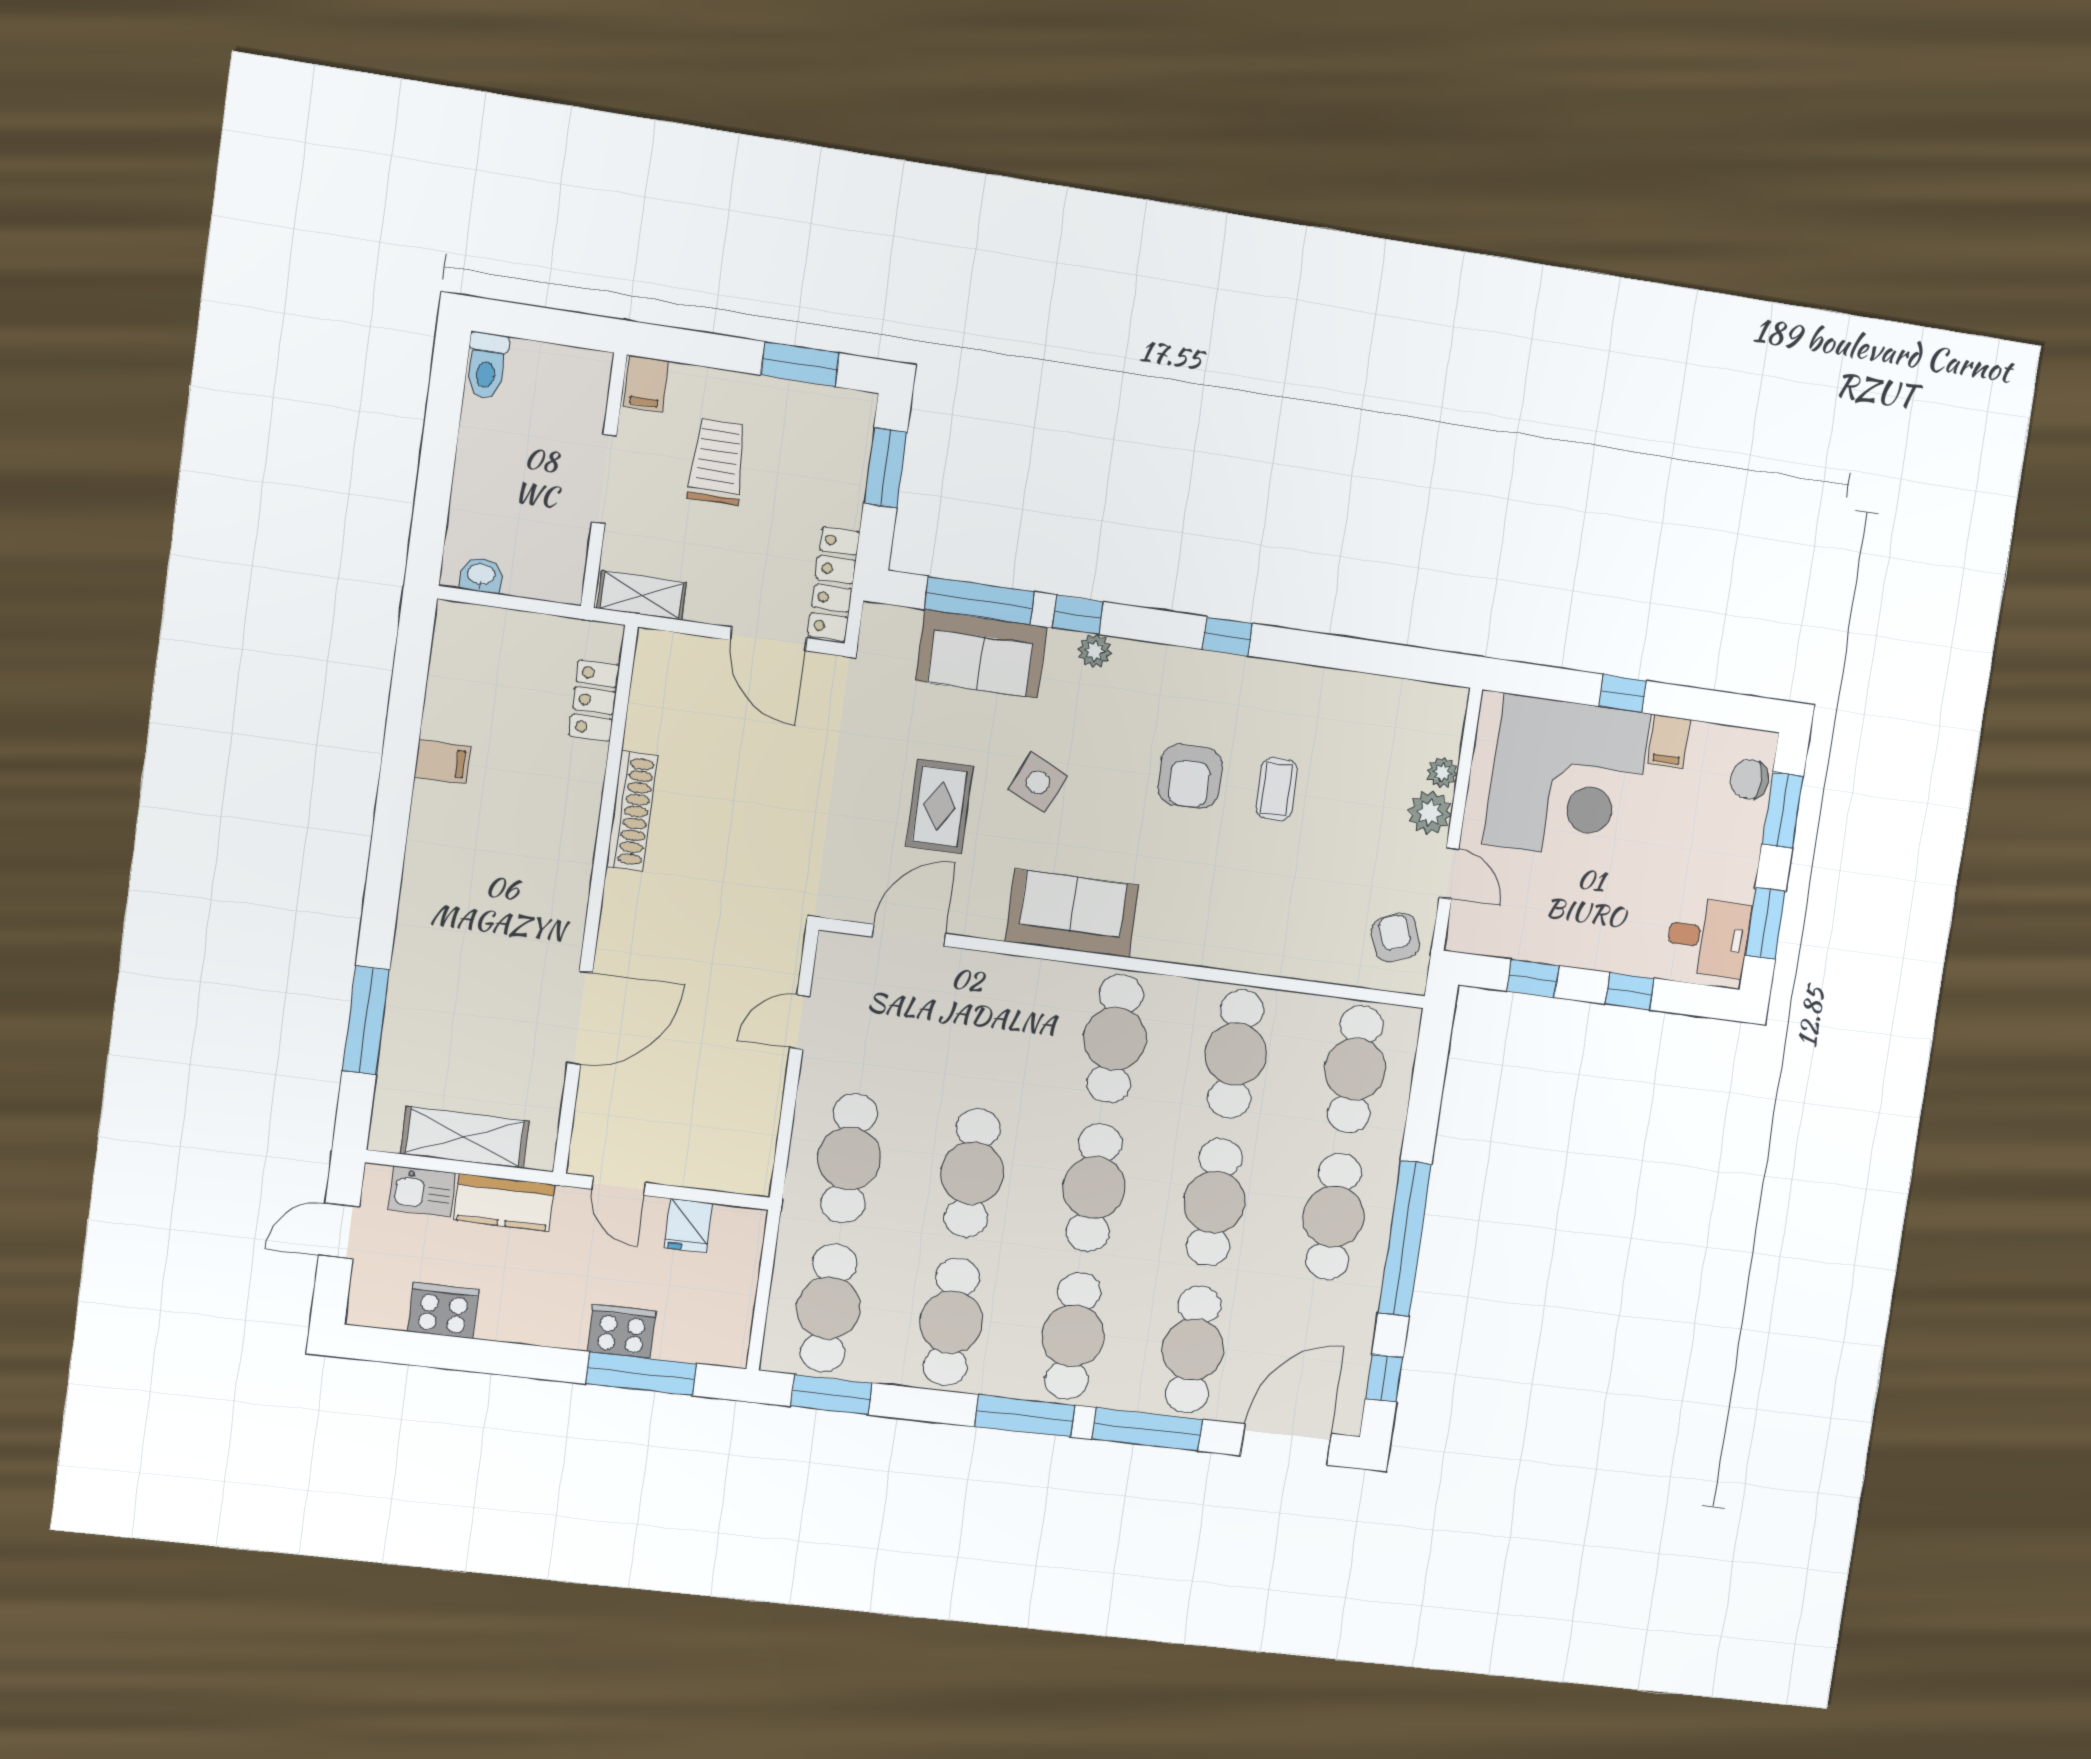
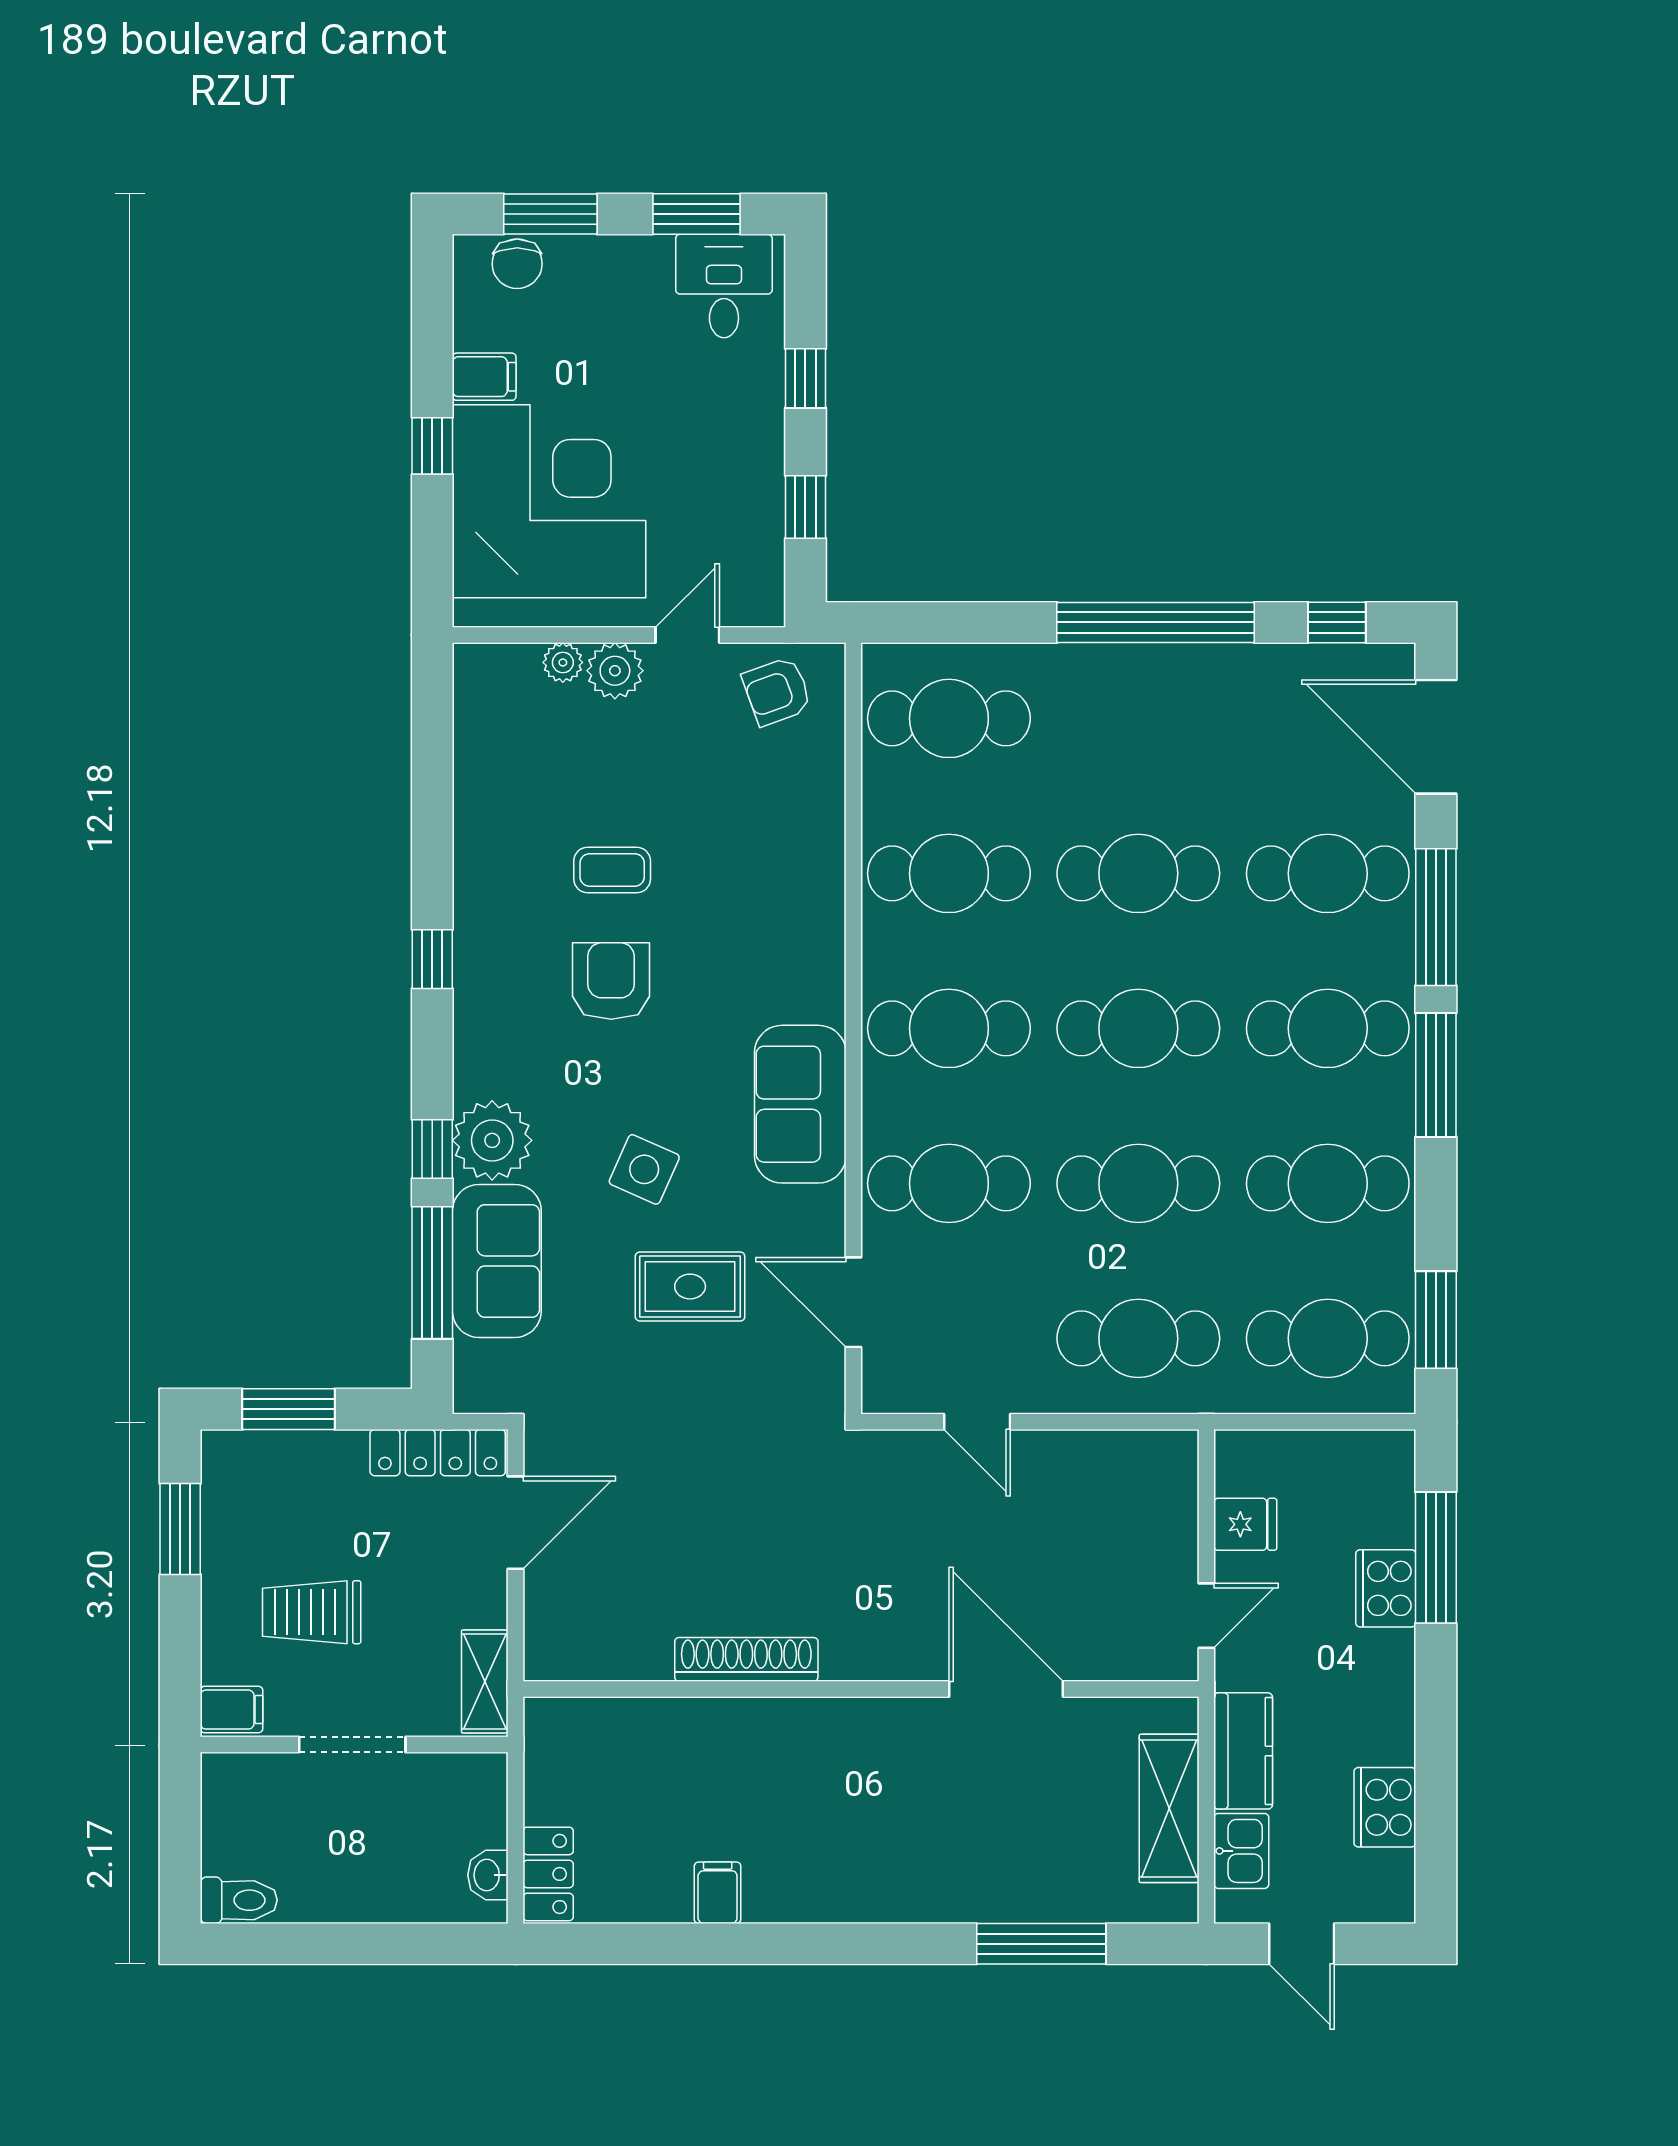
plant: (1095, 651) -> (492, 1140), width x1.88, depth x1.88
locker: (594, 701) -> (548, 1874), moved, turned -90
armchair: (1190, 776) -> (611, 981), turned -90
cafe table: (1334, 1216) -> (949, 1183), moved

